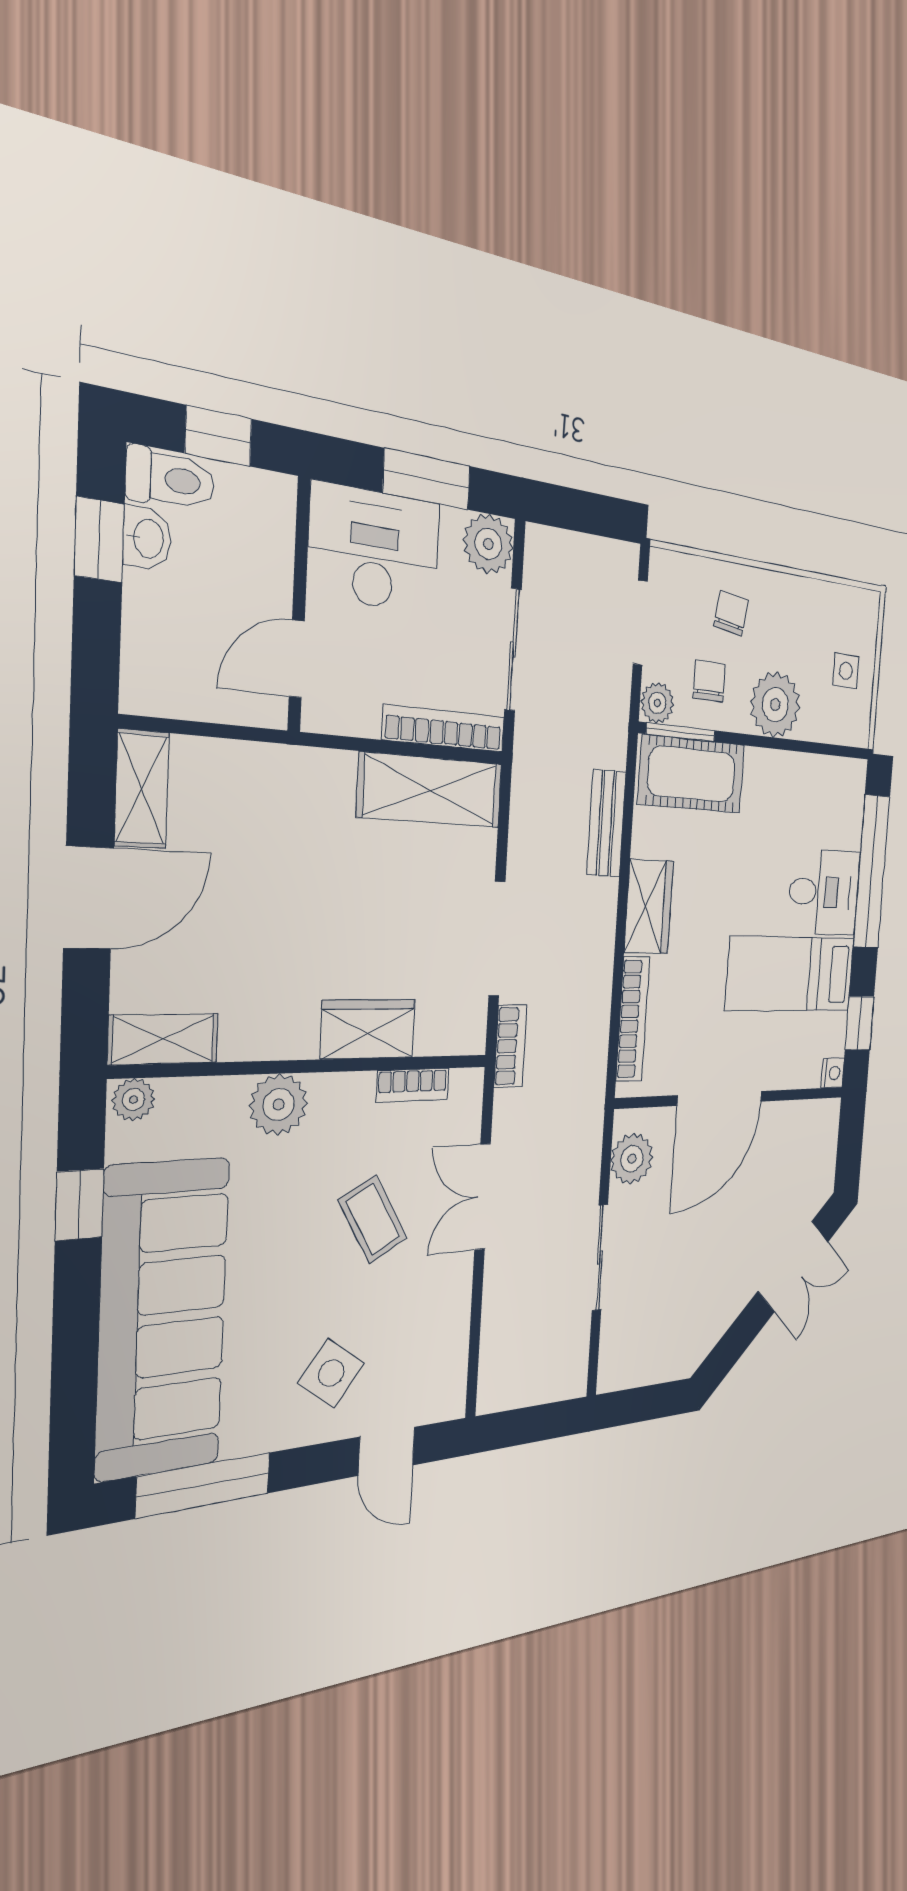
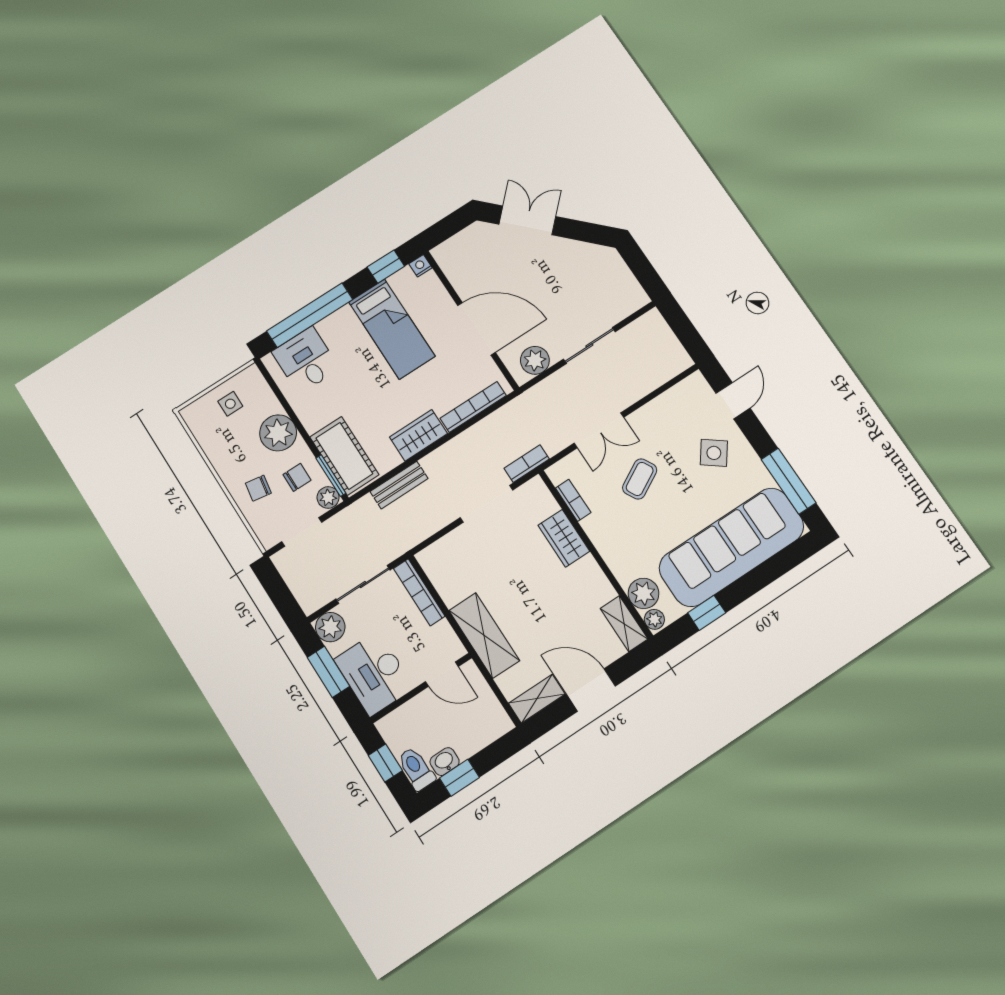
chair: (709, 681) -> (297, 477), turned 180
shelving: (431, 790) -> (484, 635), moved
desk: (824, 892) -> (306, 360), moved
plant: (279, 1105) -> (643, 593), moved

